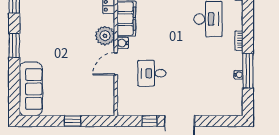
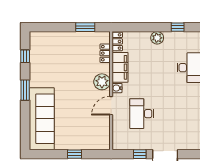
desk: (152, 73) -> (142, 114), width x1.37
sofa: (31, 89) -> (42, 119), width x1.36, depth x1.27

